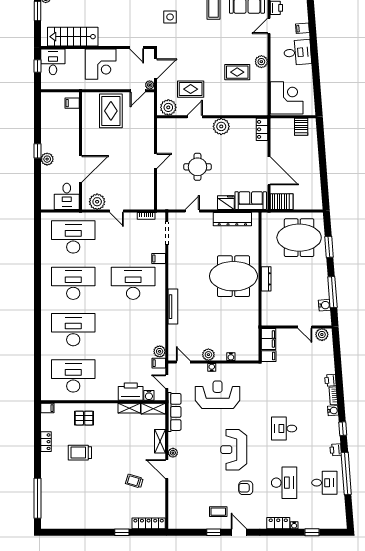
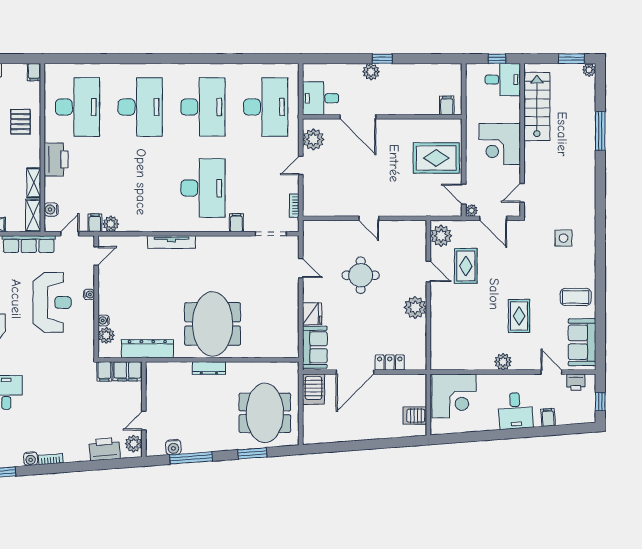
rug: (237, 72) -> (519, 316), moved
locker: (262, 129) -> (390, 363), moved
dresser: (232, 219) -> (147, 349), moved, turned 90
plant: (208, 355) -> (106, 335), moved
printer: (330, 380) -> (105, 449), moved, width x1.87, depth x1.48
printer: (131, 392) -> (56, 159), moved

